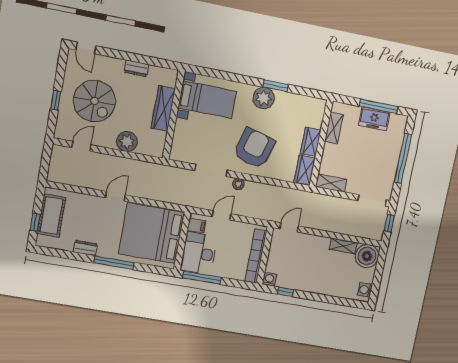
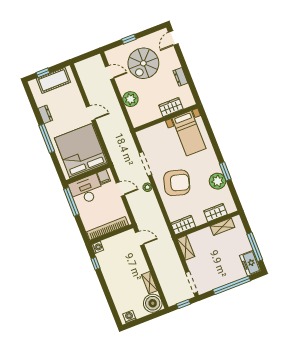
plant: (264, 98) -> (217, 181), moved
wardrobe: (163, 108) -> (171, 107), width x0.67
freezer: (374, 119) -> (250, 263), moved
wardrobe: (311, 142) -> (215, 213), moved

